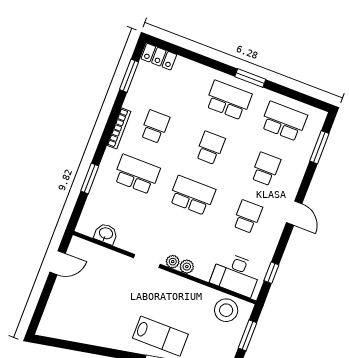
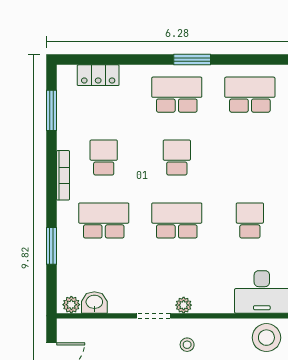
locker: (159, 57) -> (98, 75), moved
school desk: (266, 169) -> (250, 158), removed
plant: (187, 267) -> (71, 305), moved
stool: (164, 293) -> (187, 345), added

